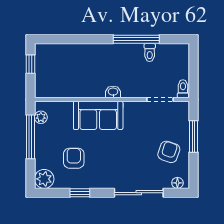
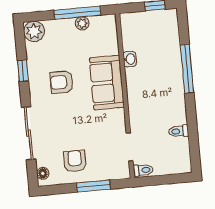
window: (136, 39) -> (187, 69), moved
washbasin: (113, 92) -> (130, 59), moved
plant: (41, 117) -> (82, 23), moved
armchair: (169, 152) -> (75, 161), turned -109
armchair: (74, 158) -> (62, 82), moved, turned 180

